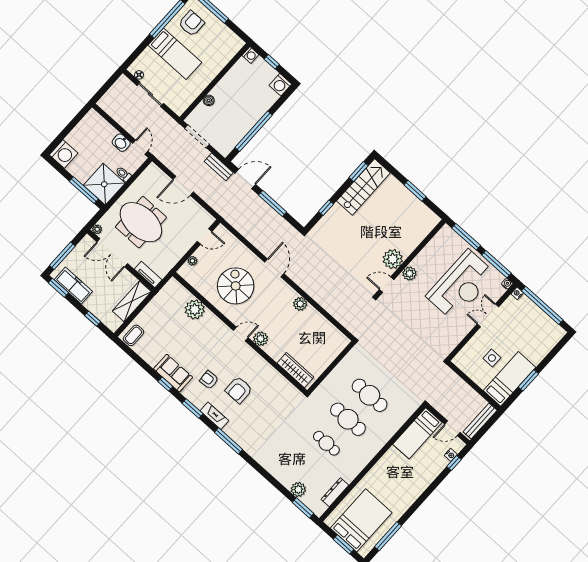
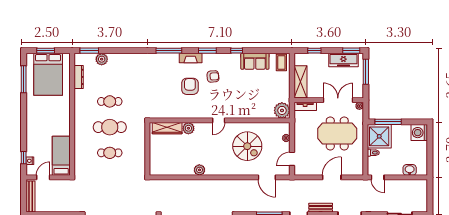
washbasin: (121, 143) -> (410, 170), moved
door: (274, 268) -> (267, 177), moved
plant: (195, 310) -> (282, 110), moved
plant: (261, 339) -> (188, 128), moved
sofa: (173, 373) -> (255, 61), moved
cafe table: (370, 395) -> (110, 153), width x0.73, depth x0.74

